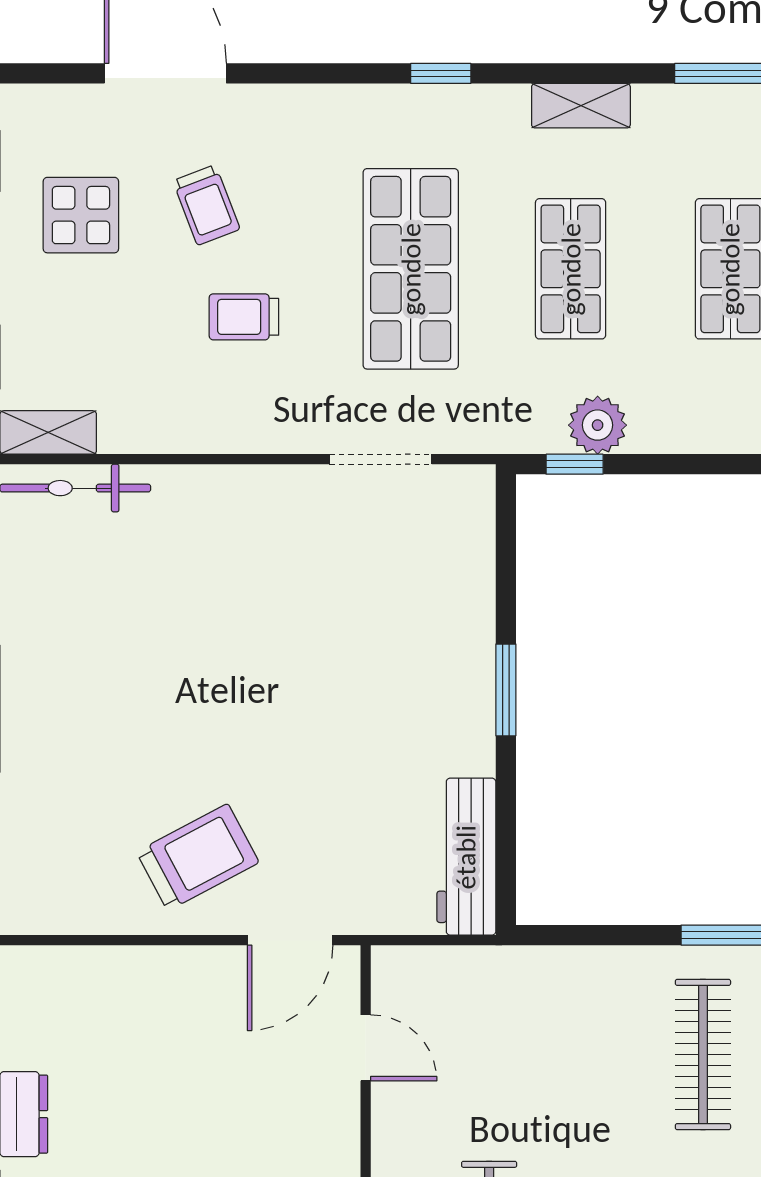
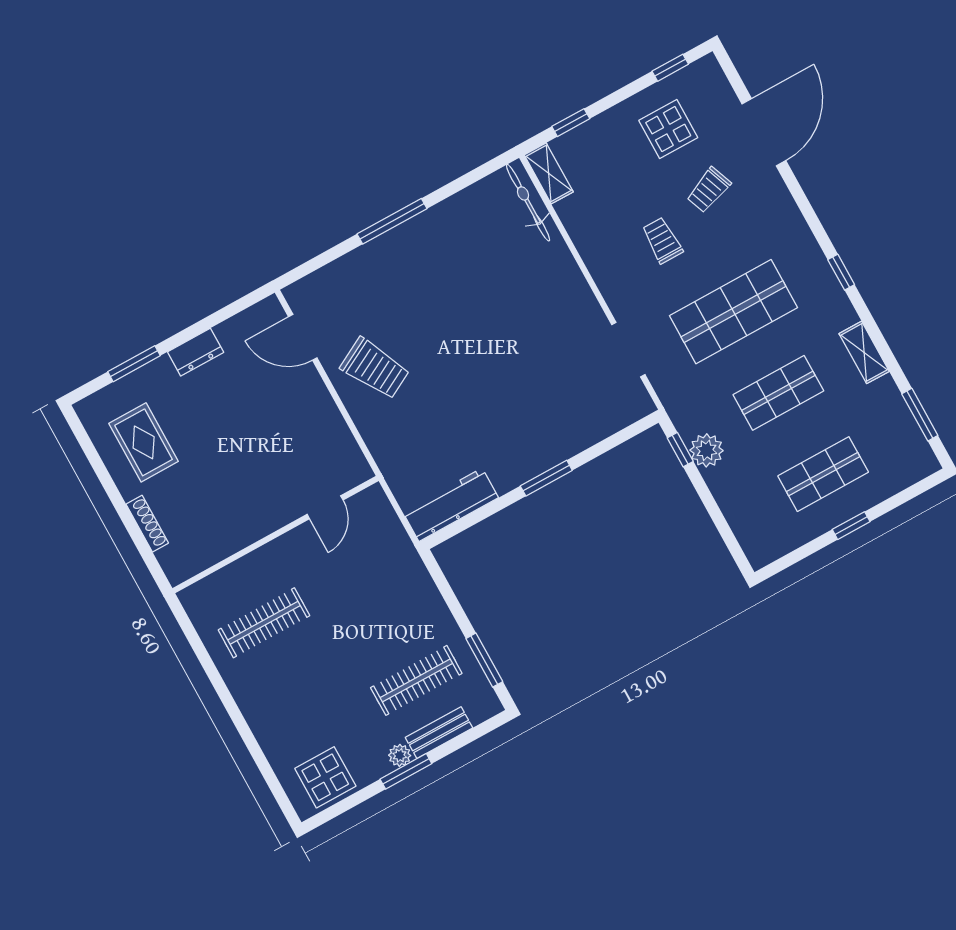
door: (290, 940) -> (303, 337), moved

